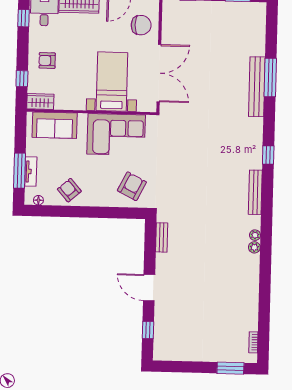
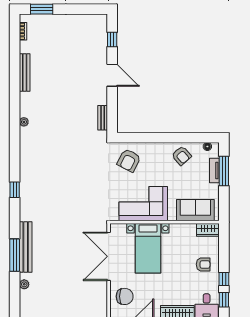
chair: (141, 25) -> (125, 296), turned 180
window: (22, 79) -> (224, 279), moved
bench: (255, 192) -> (25, 72), moved
plant: (254, 247) -> (24, 284), moved

